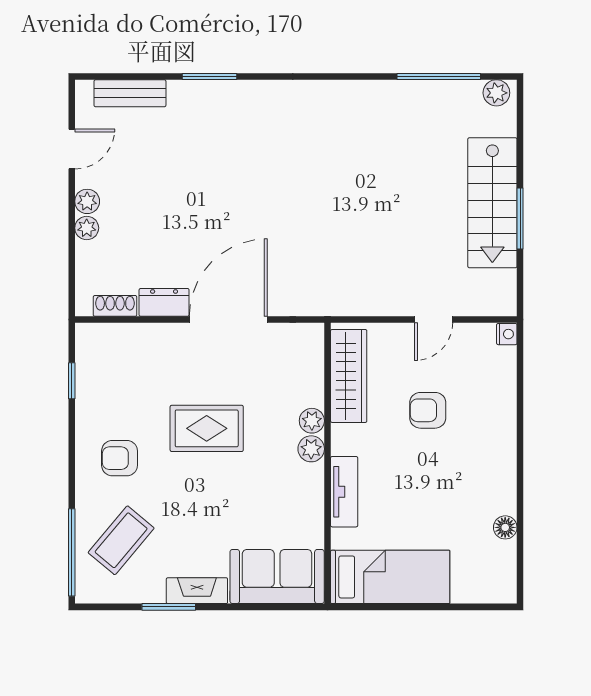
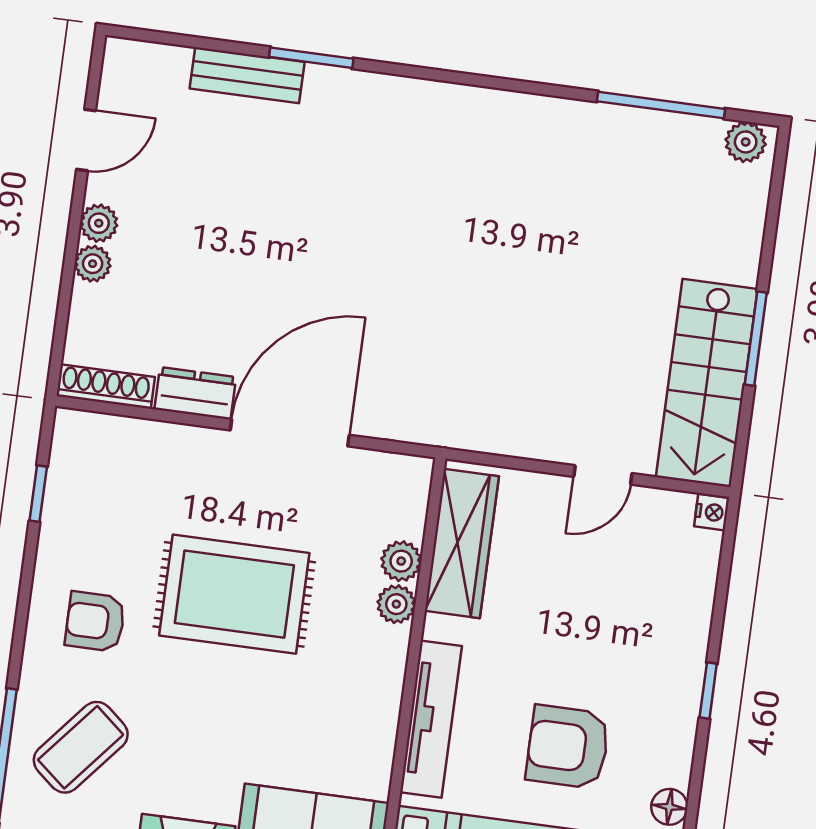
bench: (130, 93) -> (247, 75), moved
stairs: (492, 203) -> (707, 383), moved
shoe rack: (115, 306) -> (106, 386), width x1.43
armchair: (428, 410) -> (568, 747), moved, width x1.38, depth x1.38
rug: (207, 428) -> (234, 594), width x1.36, depth x1.43
plant: (311, 449) -> (401, 561), moved
window: (520, 449) -> (708, 691), added
tv unit: (344, 492) -> (431, 719), width x1.41

